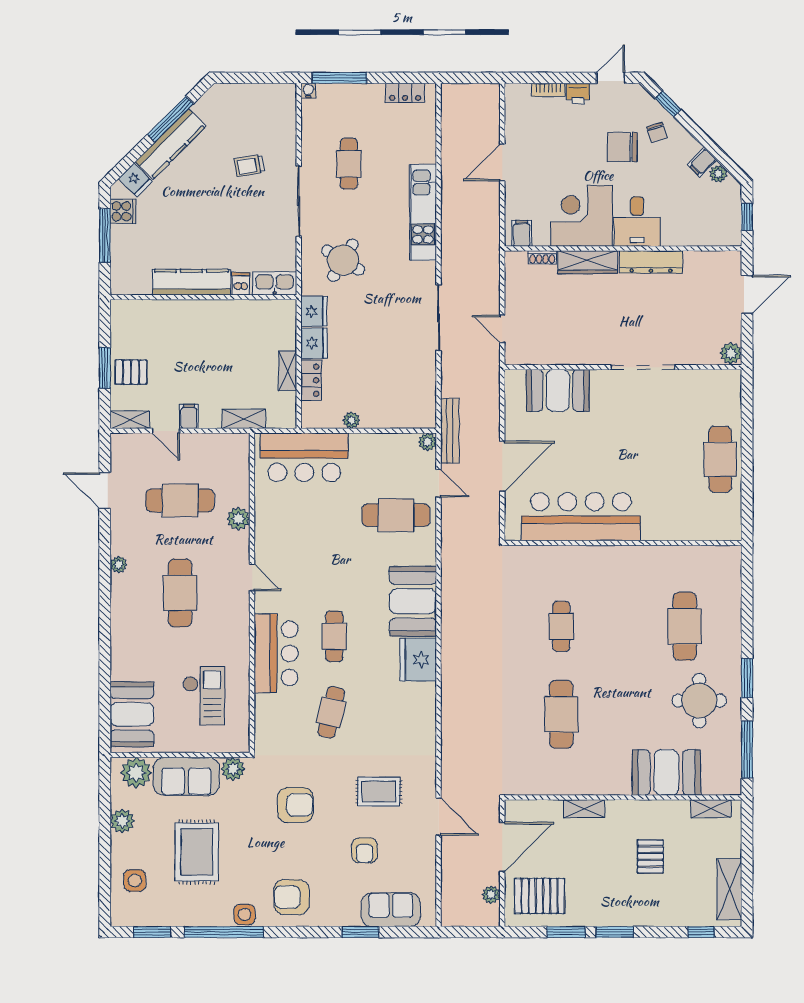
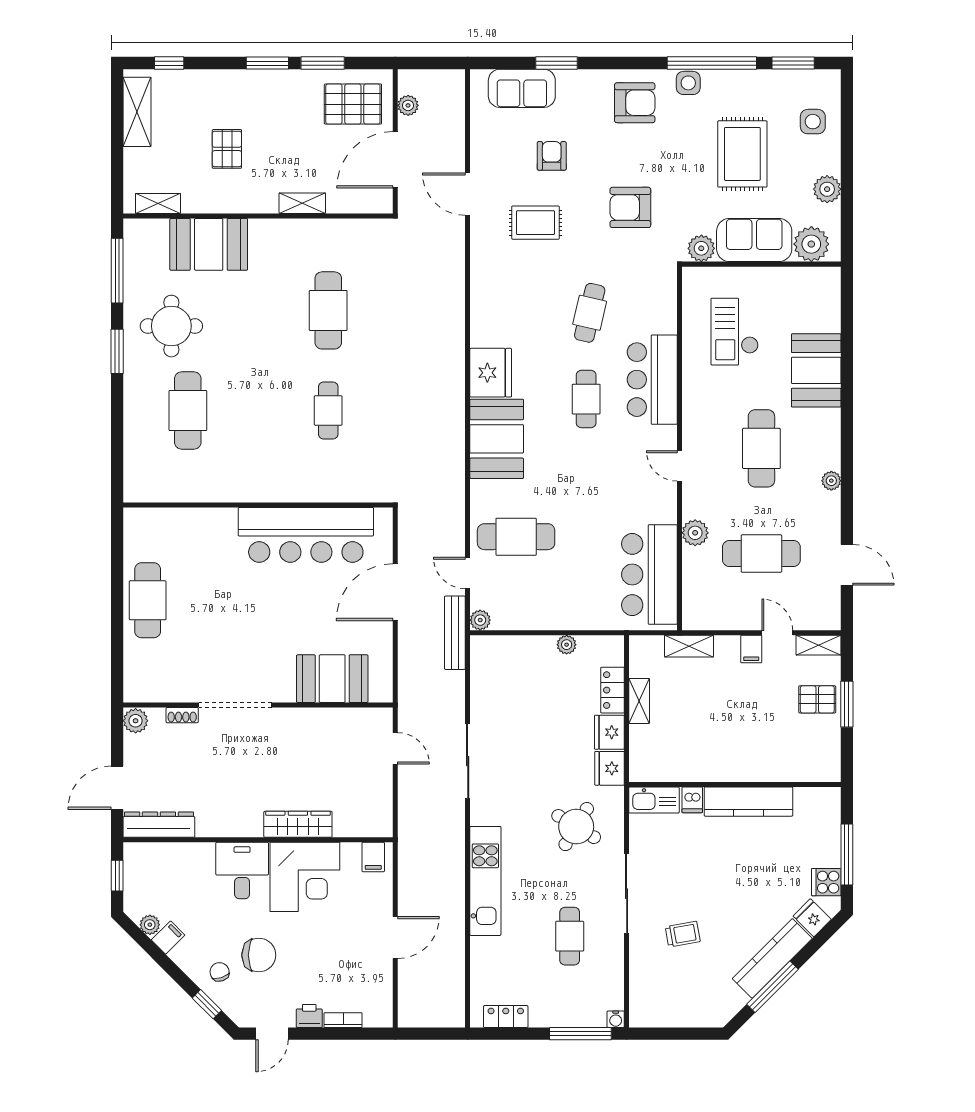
shoe rack: (542, 257) -> (182, 715), moved, turned 180
dresser: (651, 262) -> (159, 825), moved
bar counter: (304, 457) -> (649, 575), moved, turned -90
booth: (132, 714) -> (816, 370), moved

